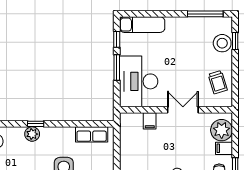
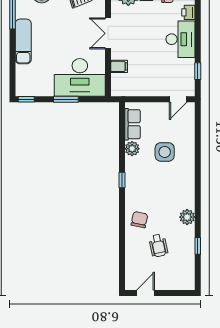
exam couch: (142, 25) -> (23, 41), moved
window: (117, 39) -> (26, 99), moved
plant: (32, 134) -> (132, 149), moved

